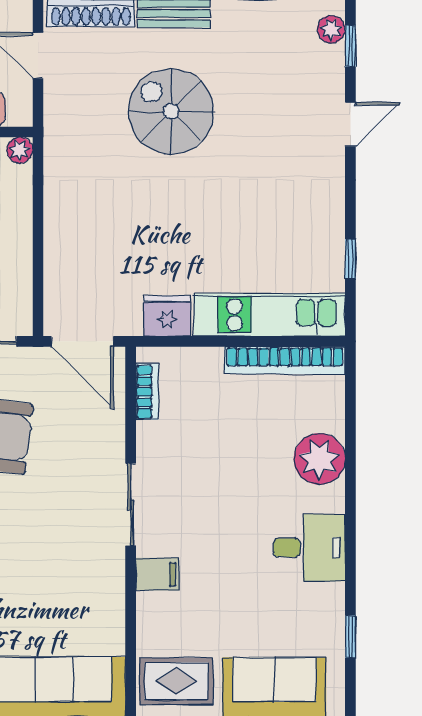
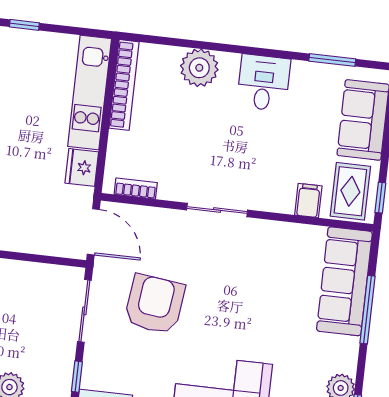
window: (350, 259) -> (24, 25), moved
door: (82, 341) -> (93, 232), hinge flipped
filing cabinet: (157, 574) -> (308, 201), moved
window: (350, 637) -> (332, 60), width x1.50

